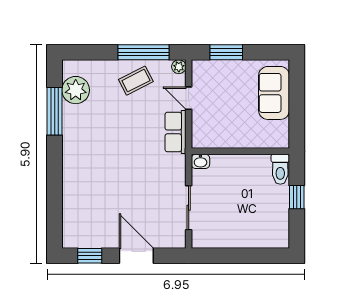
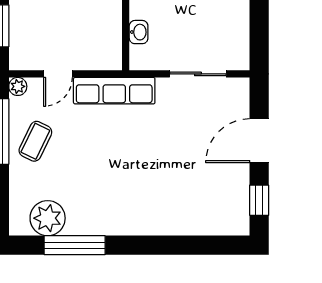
coffee table: (136, 81) -> (35, 141), turned 53
row of seats: (176, 132) -> (114, 91), width x1.48
washbasin: (200, 161) -> (139, 32), moved

